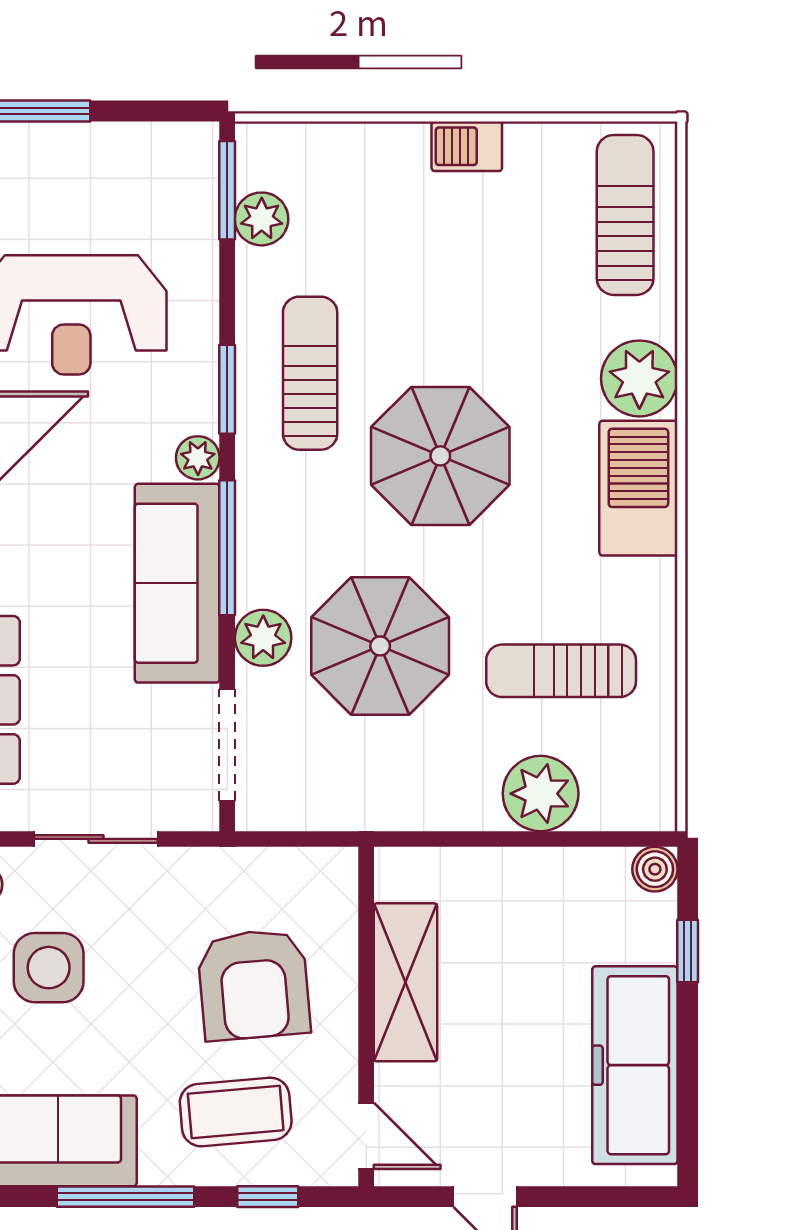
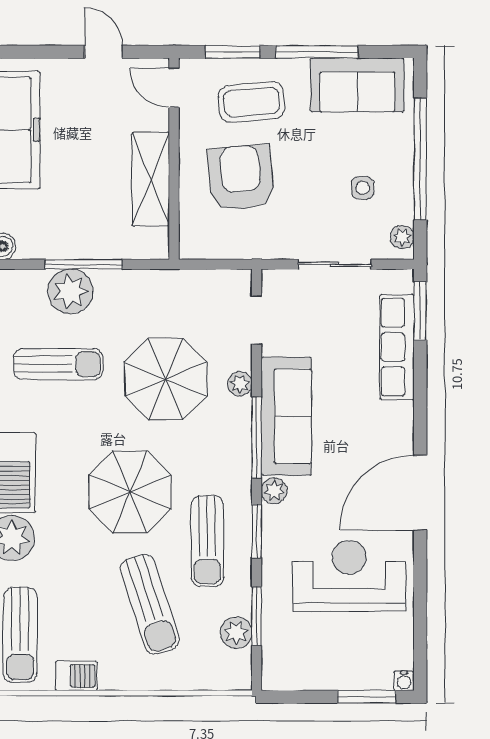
barbecue: (467, 146) -> (76, 676), moved
window: (227, 190) -> (257, 616), moved
sun lounger: (407, 267) -> (150, 604), added
plant: (263, 638) -> (240, 384), width x0.73, depth x0.73
doorway: (227, 745) -> (257, 320), width x0.73
window: (518, 839) -> (84, 264), added
side table: (49, 968) -> (363, 188), width x0.54, depth x0.54
window: (268, 1197) -> (233, 52), width x1.50

